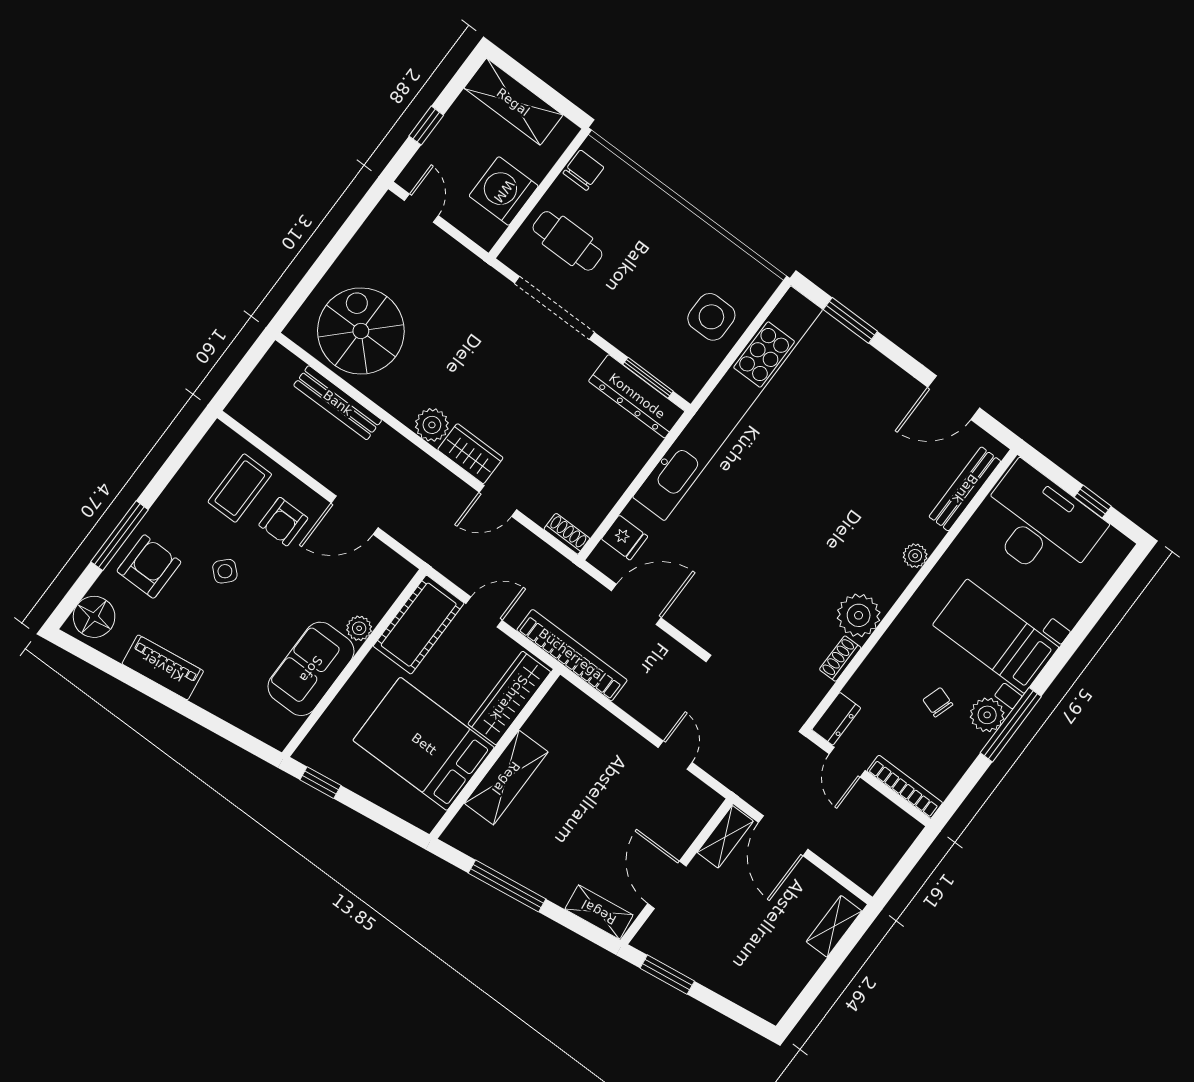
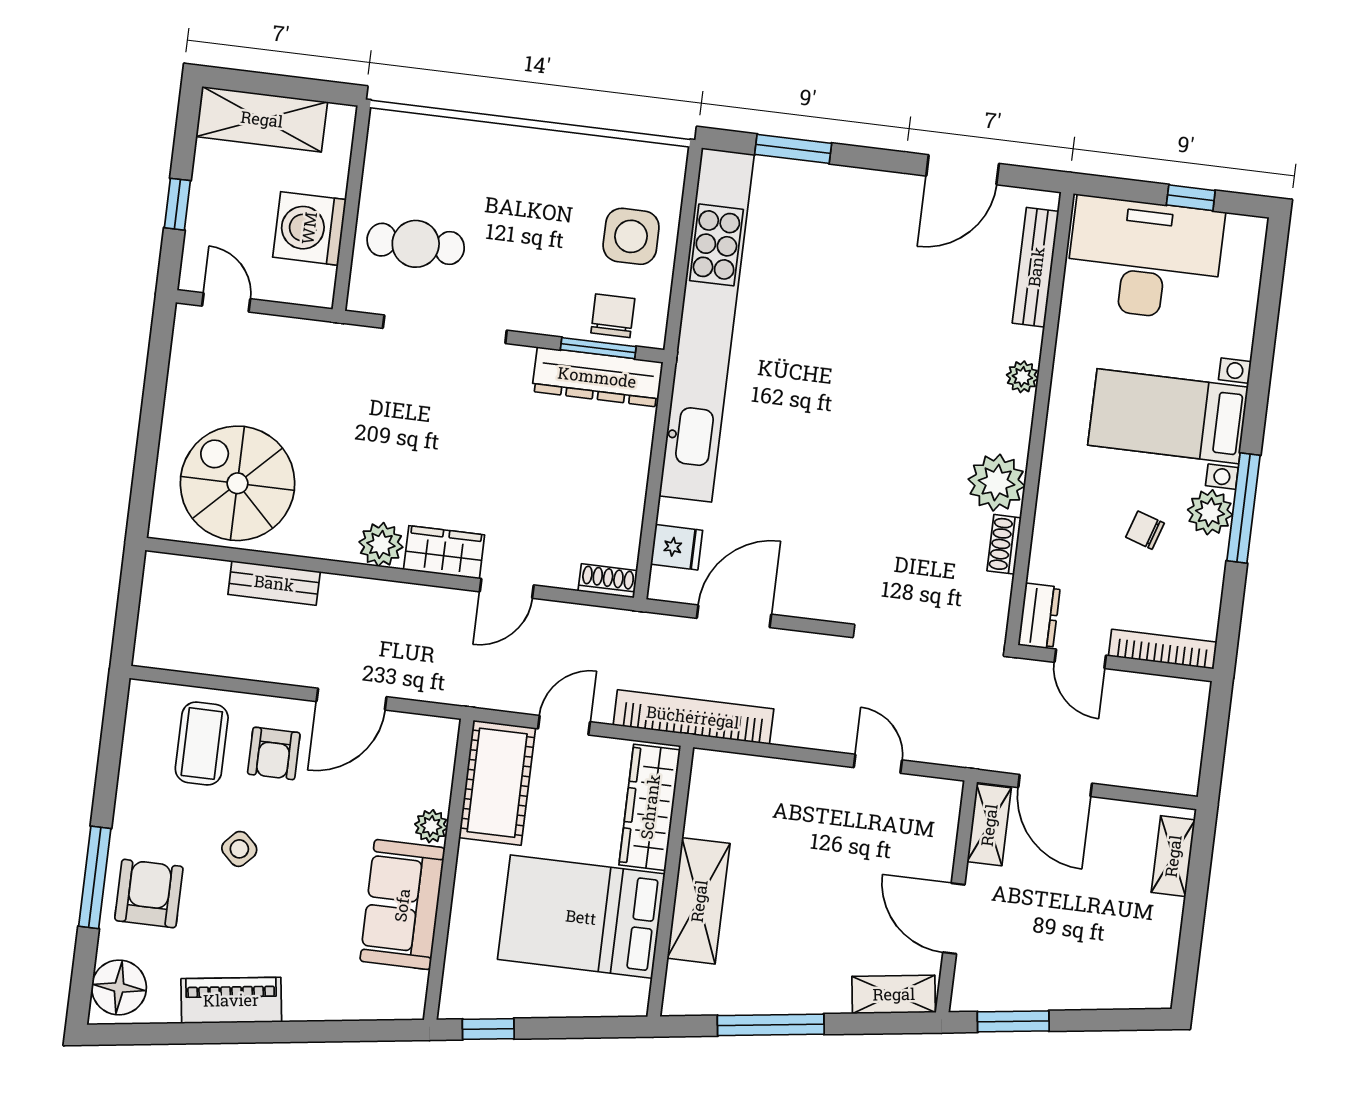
chair: (583, 170) -> (613, 316), moved
bench: (338, 403) -> (274, 583), width x0.73

